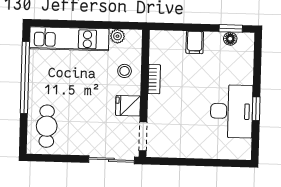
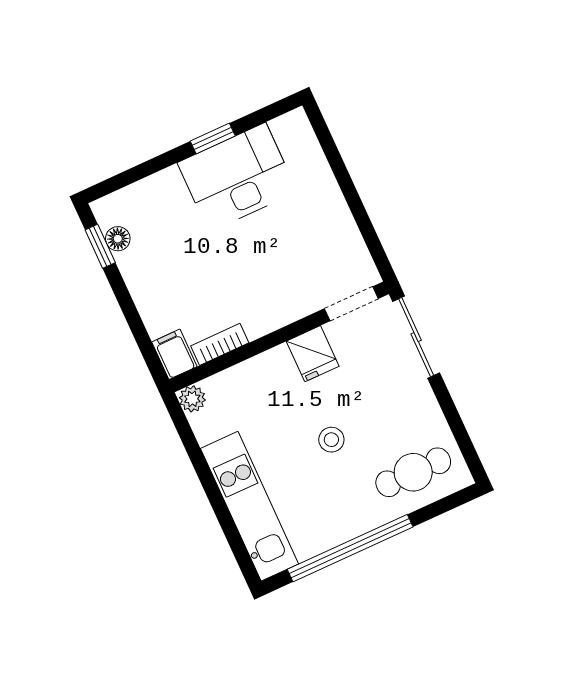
plant: (117, 36) -> (192, 399), moved
filing cabinet: (195, 42) -> (174, 354), moved, turned -90
stool: (125, 71) -> (331, 440), moved
bookcase: (154, 79) -> (220, 344), moved

